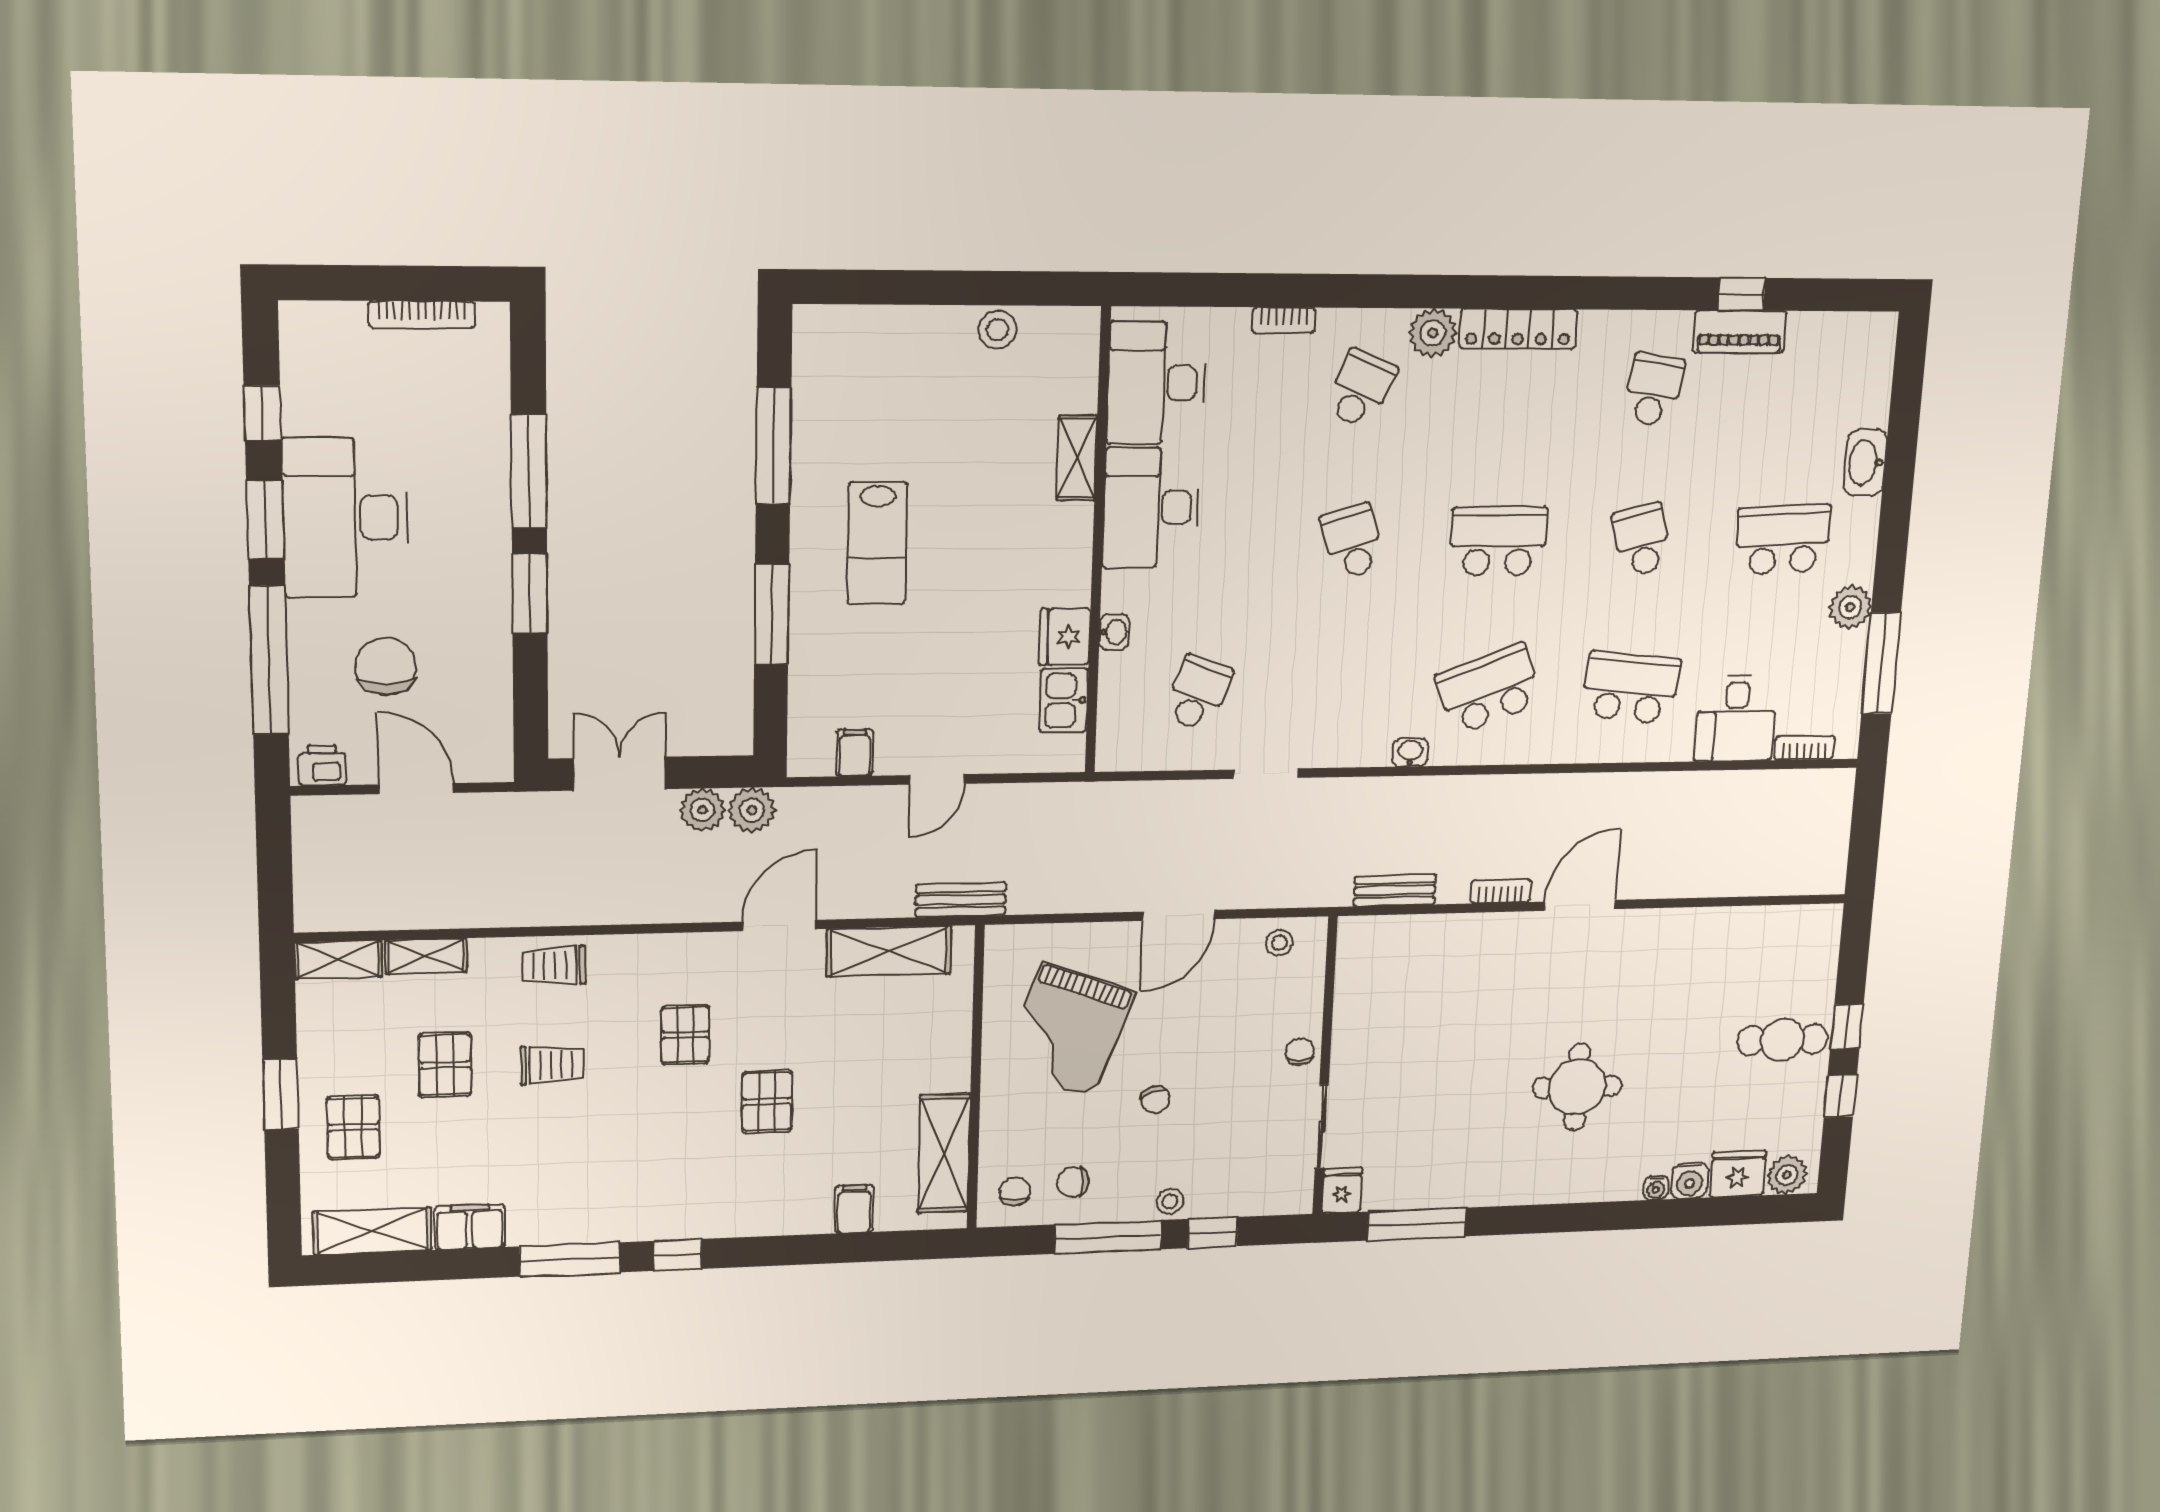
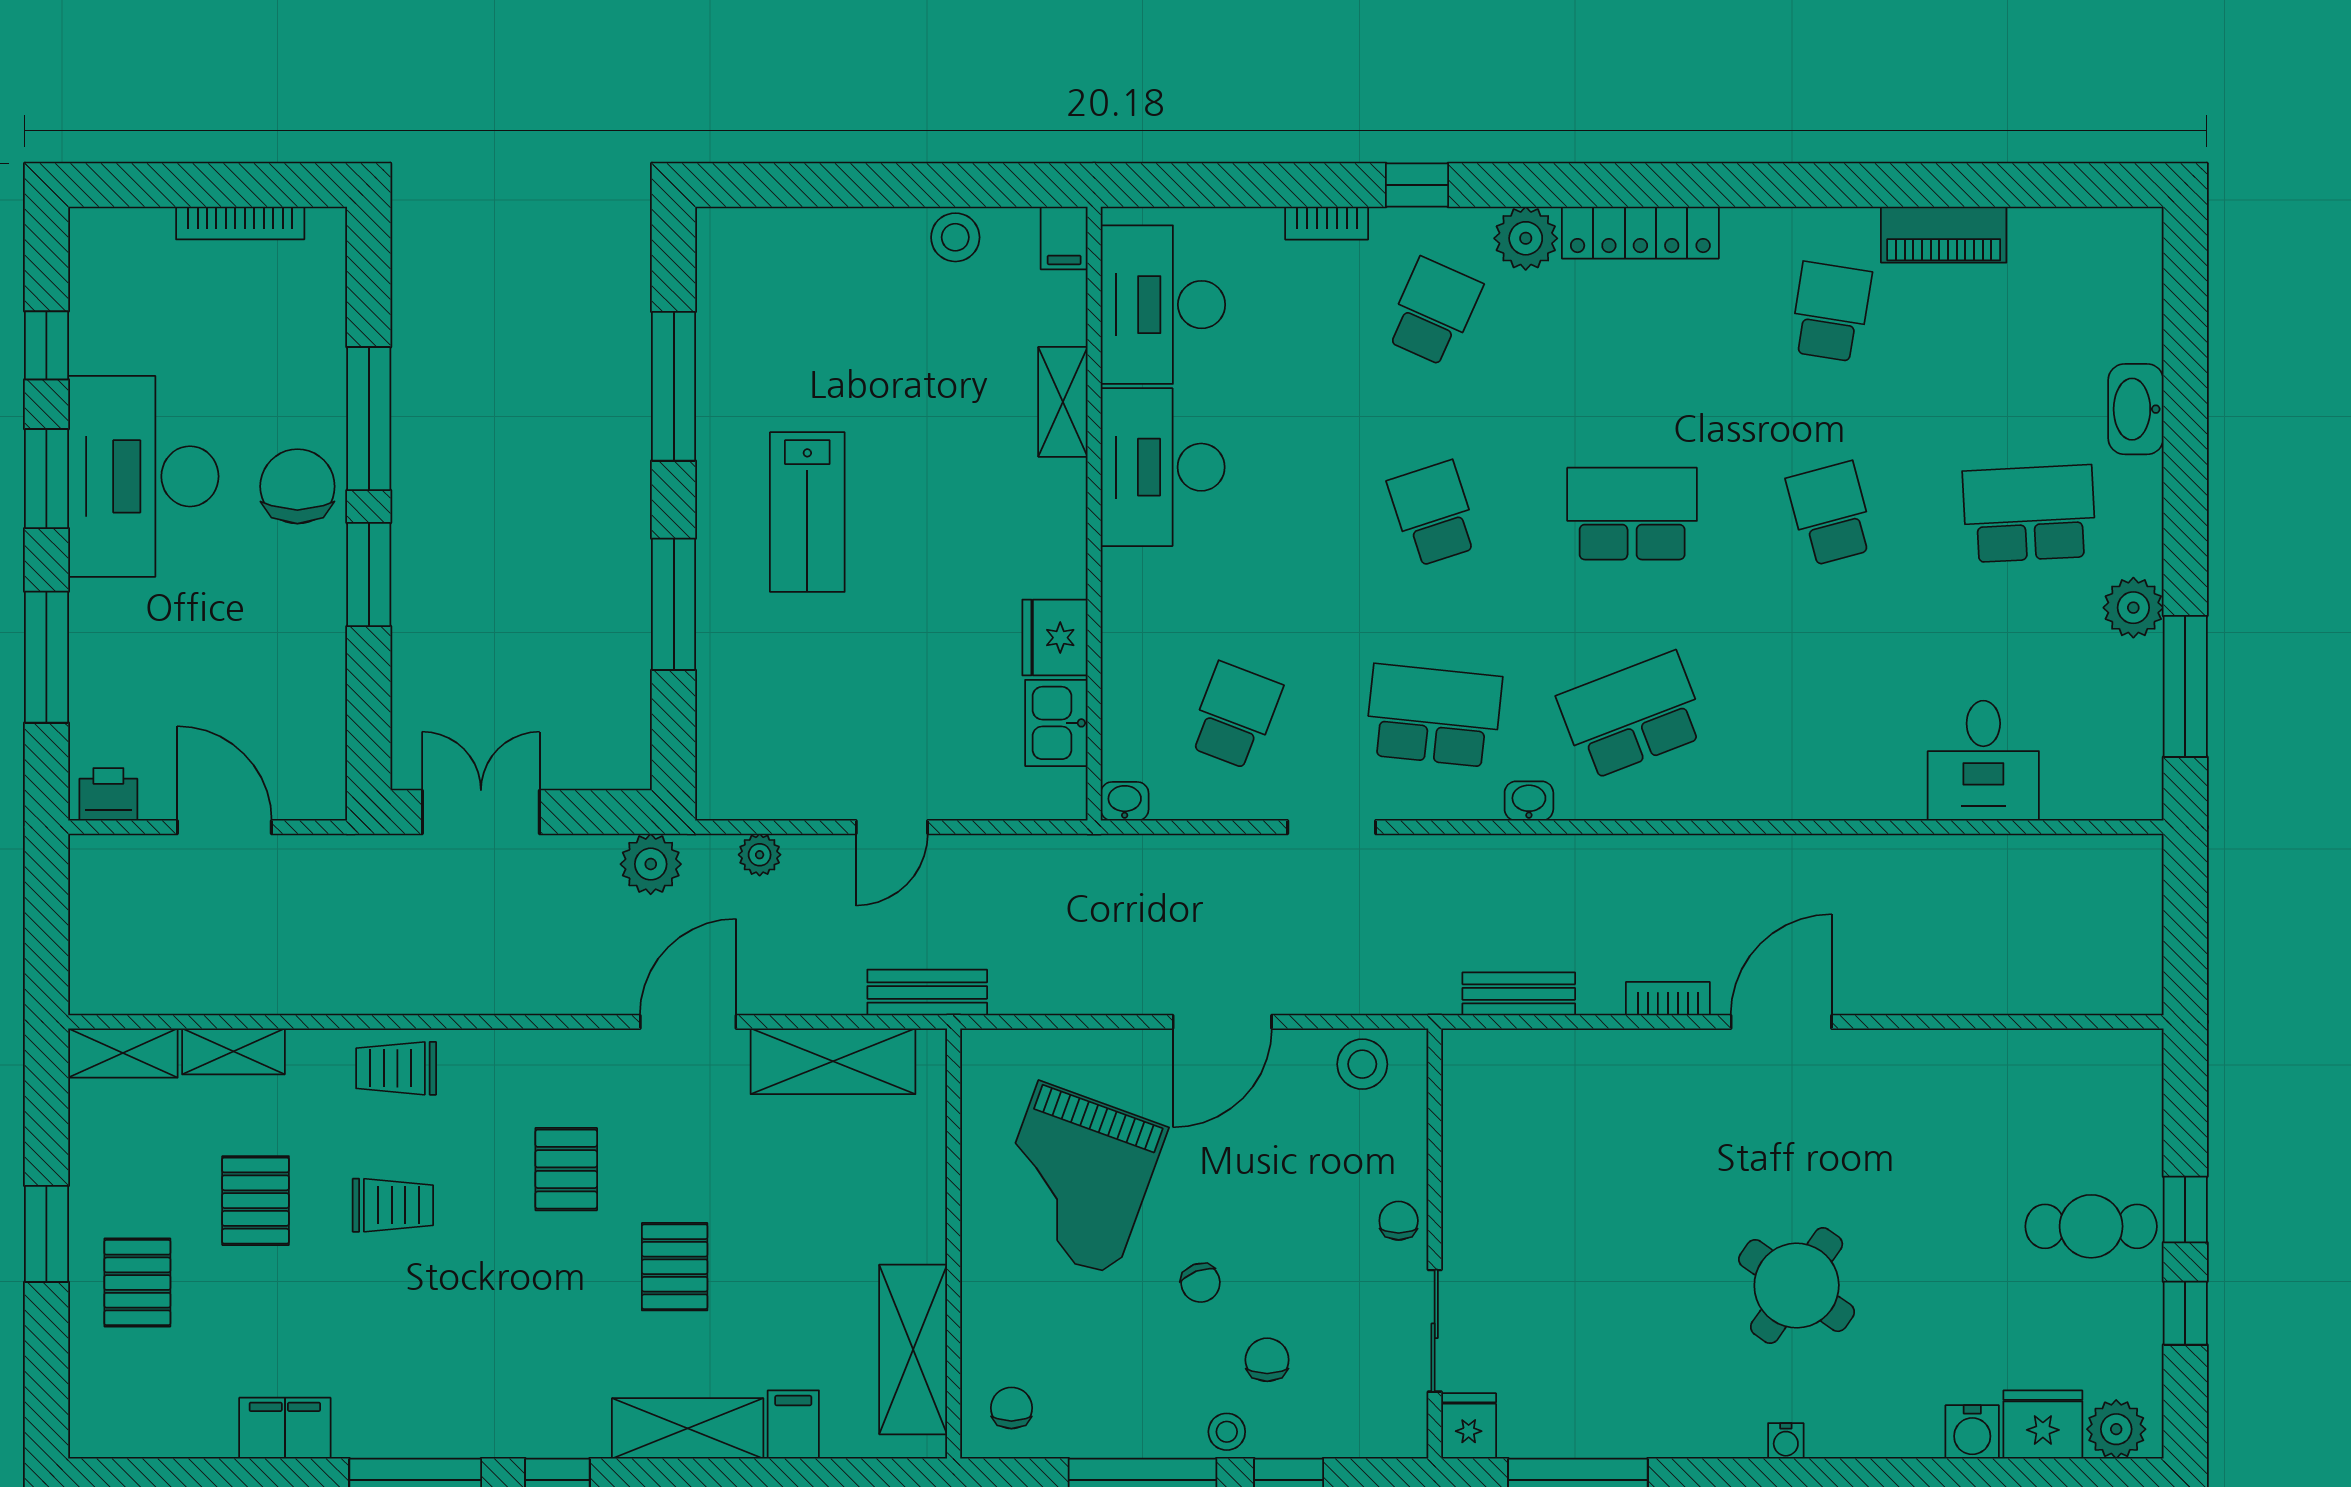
window: (1742, 294) -> (1417, 185), moved
washbasin: (1114, 632) -> (1125, 801), moved, turned -90
window: (269, 660) -> (46, 657), width x0.68
chair: (386, 666) -> (297, 486), moved
school desk: (1631, 687) -> (1433, 716), moved
bookcase: (1804, 748) -> (2086, 804), removed
filing cabinet: (855, 753) -> (1064, 238), moved, turned 180
plant: (703, 810) -> (760, 855), moved, width x0.73, depth x0.73
stool: (1279, 943) -> (1362, 1064), width x1.37, depth x1.37
round table: (1577, 1087) -> (1797, 1286), turned 35
chair: (1073, 1182) -> (1267, 1360), moved, turned 90
water cooler: (1656, 1188) -> (1786, 1441), moved
shelving: (372, 1231) -> (688, 1428), moved

